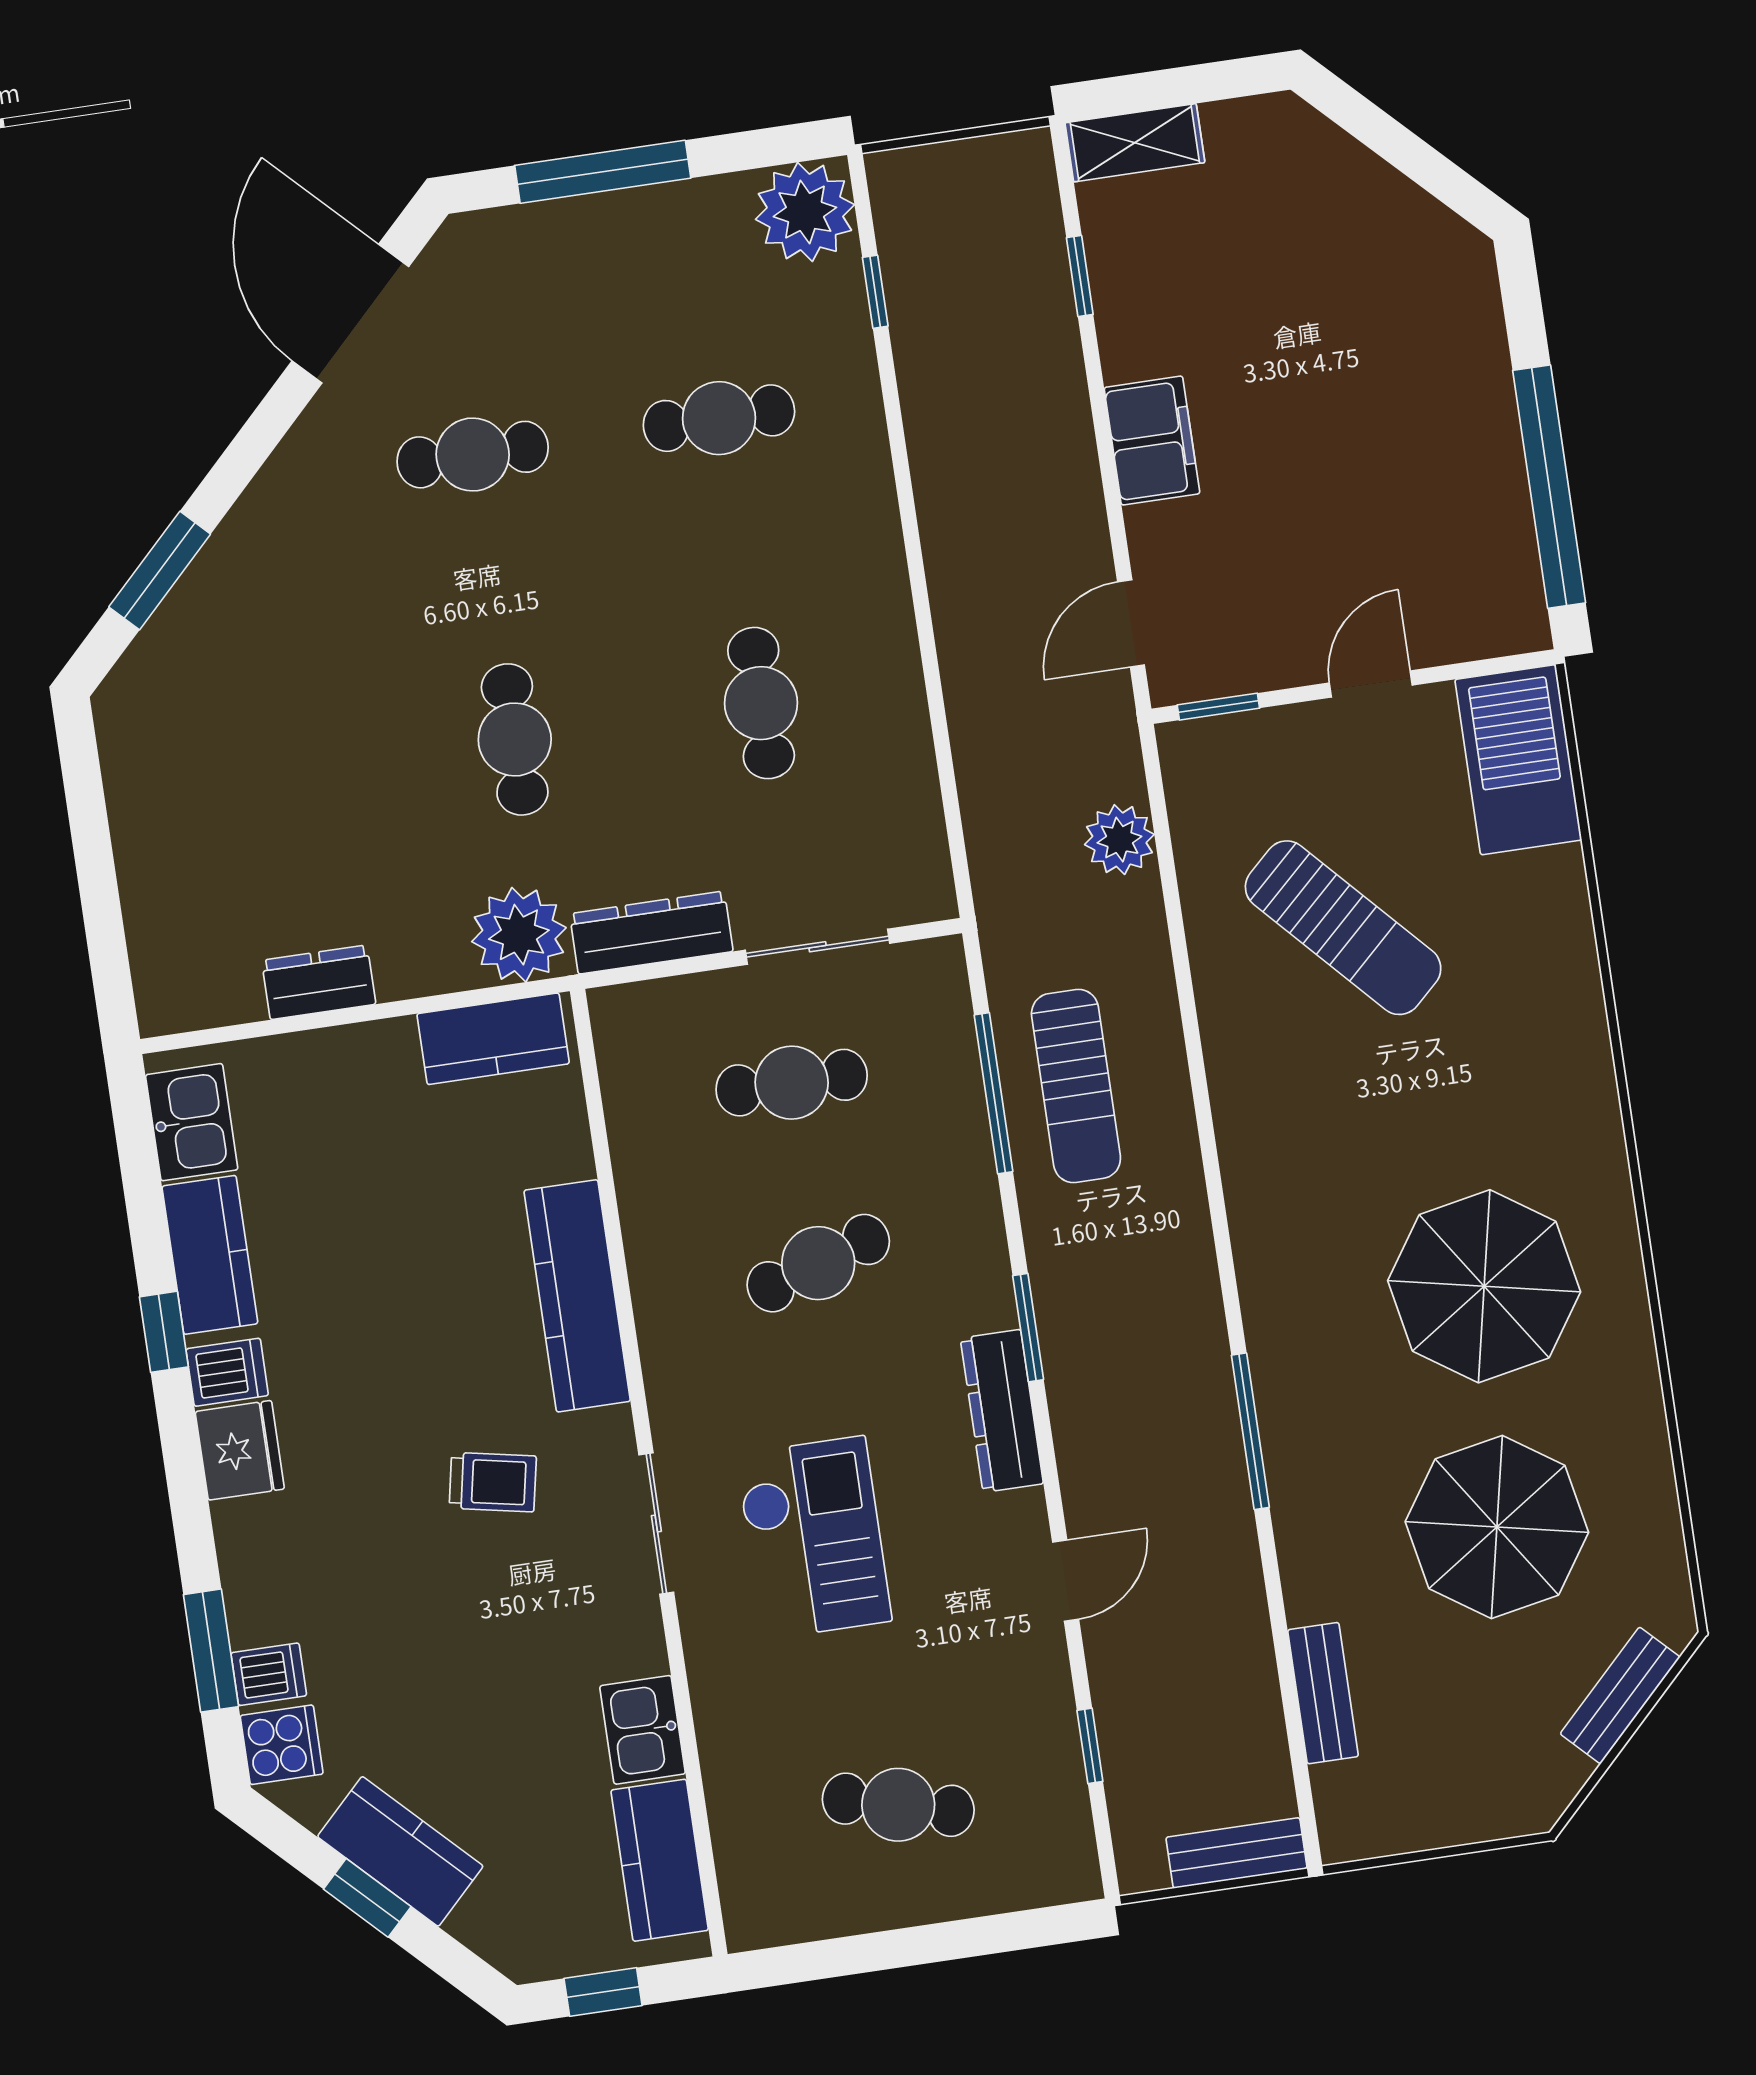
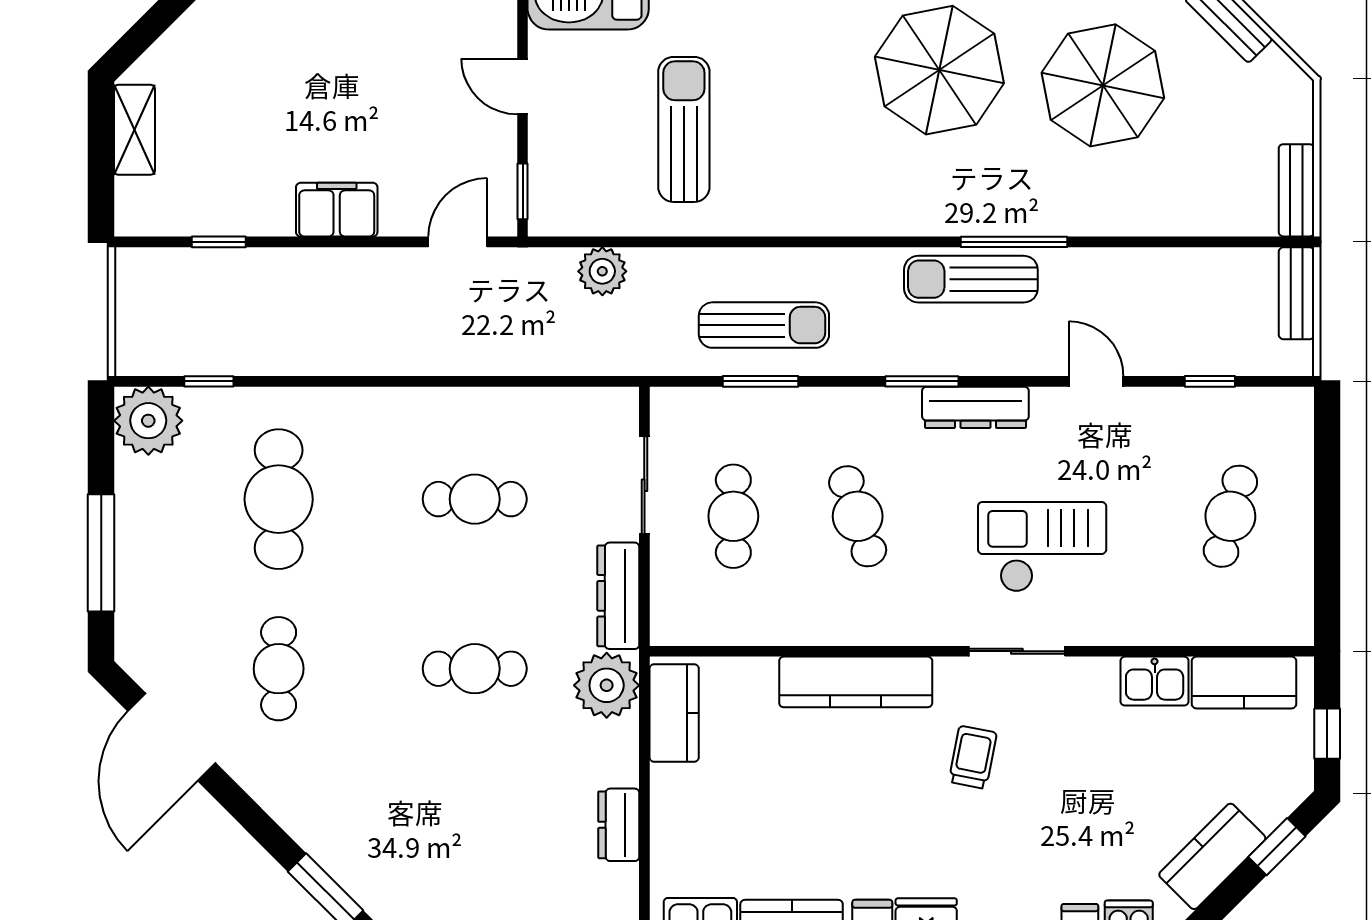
shelving: (1135, 143) -> (134, 130), moved
door: (350, 314) -> (172, 737), hinge flipped
cafe table: (719, 418) -> (279, 499), width x1.37, depth x1.35
door: (1131, 623) -> (458, 242), swing flipped
sun lounger: (1343, 928) -> (684, 129), turned -47
window: (994, 1093) -> (761, 381), width x0.69
sun lounger: (1187, 1377) -> (971, 279), added
bench: (1323, 1693) -> (1296, 190), moved, turned 90
window: (367, 1898) -> (1277, 847), moved

